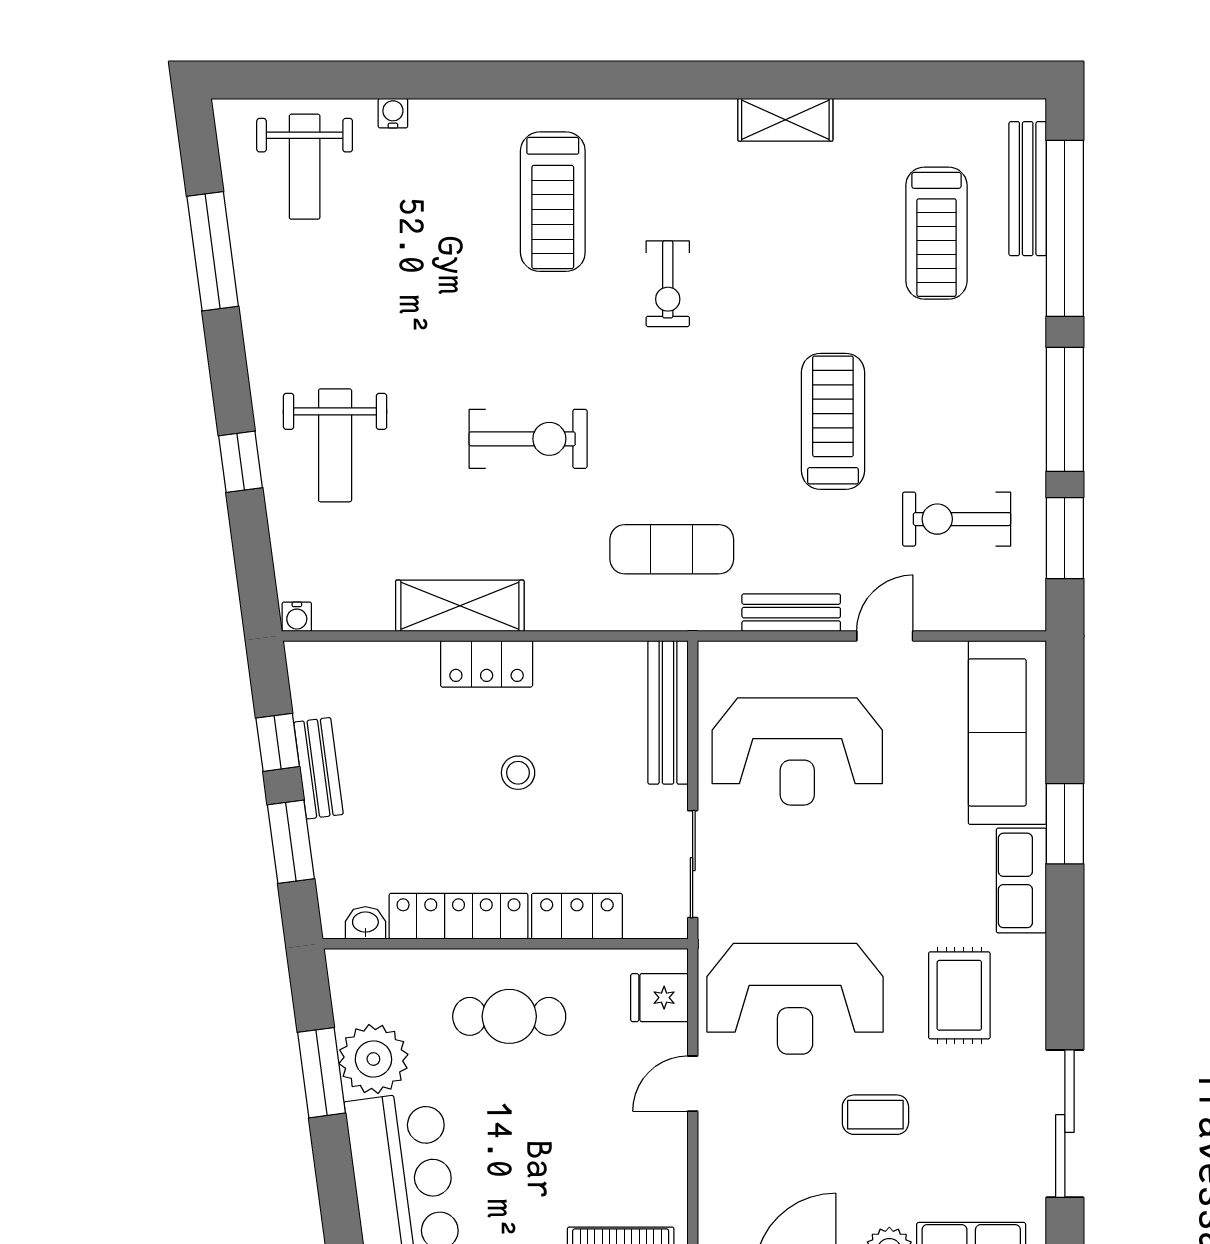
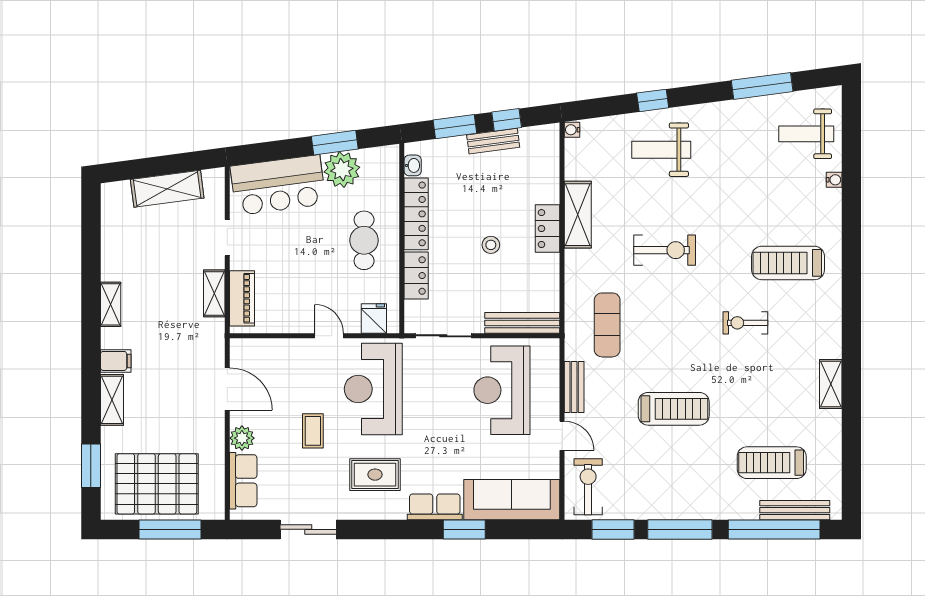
exercise bike: (528, 439) -> (665, 250), turned -90
exercise bike: (957, 519) -> (588, 487), moved
sliding door: (1065, 1124) -> (308, 529), width x0.73

